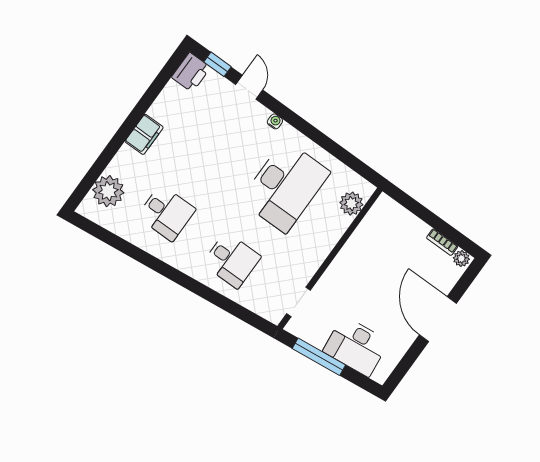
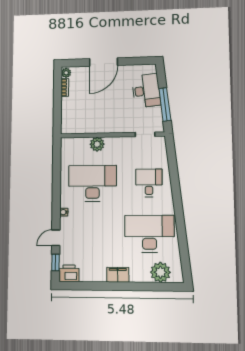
plant: (351, 204) -> (97, 144), moved
desk: (166, 213) -> (149, 234), width x1.87, depth x1.30

